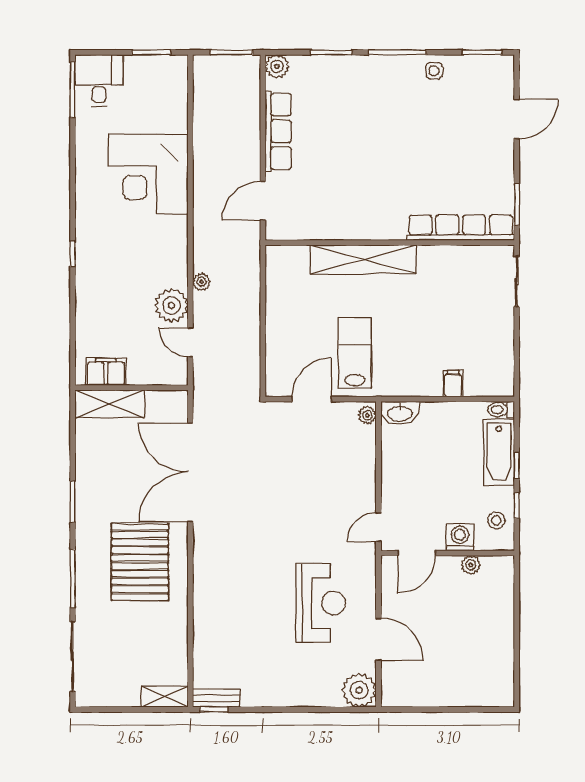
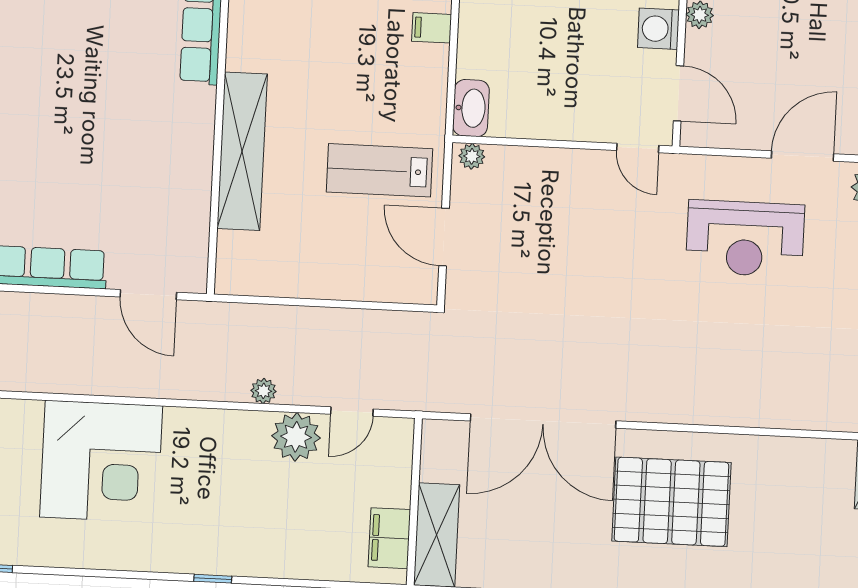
reception desk: (321, 603) -> (745, 238), turned 180

